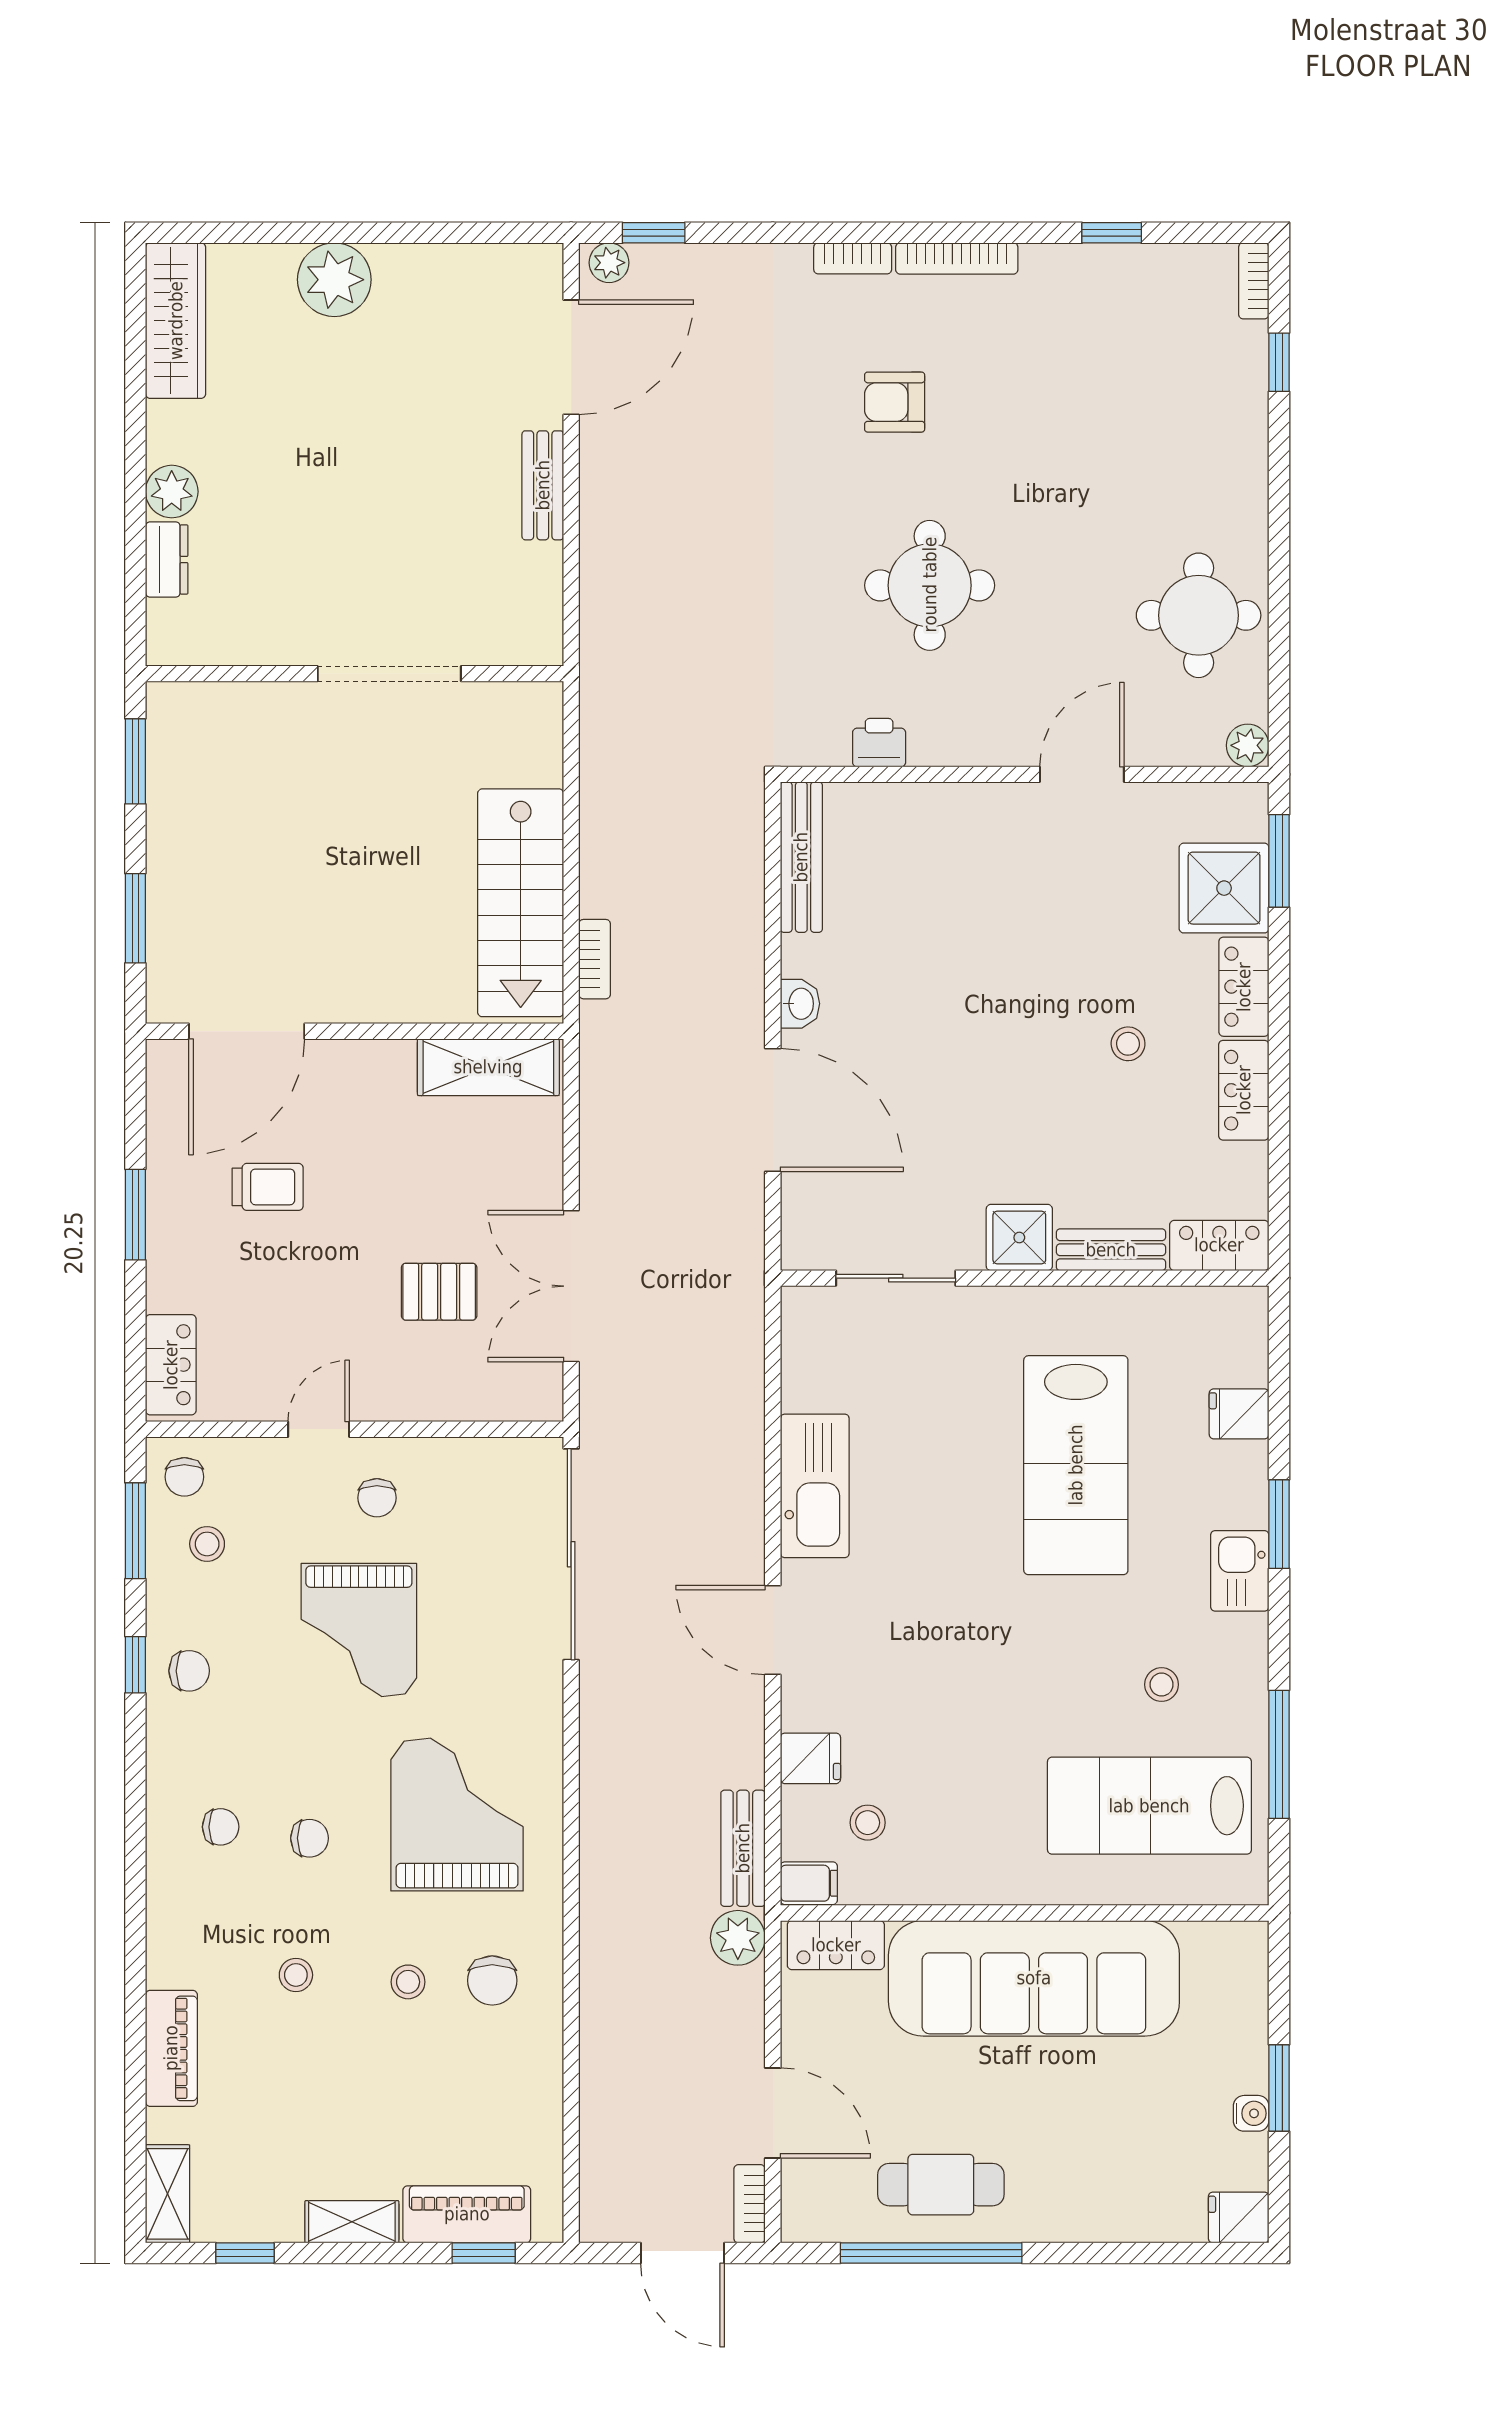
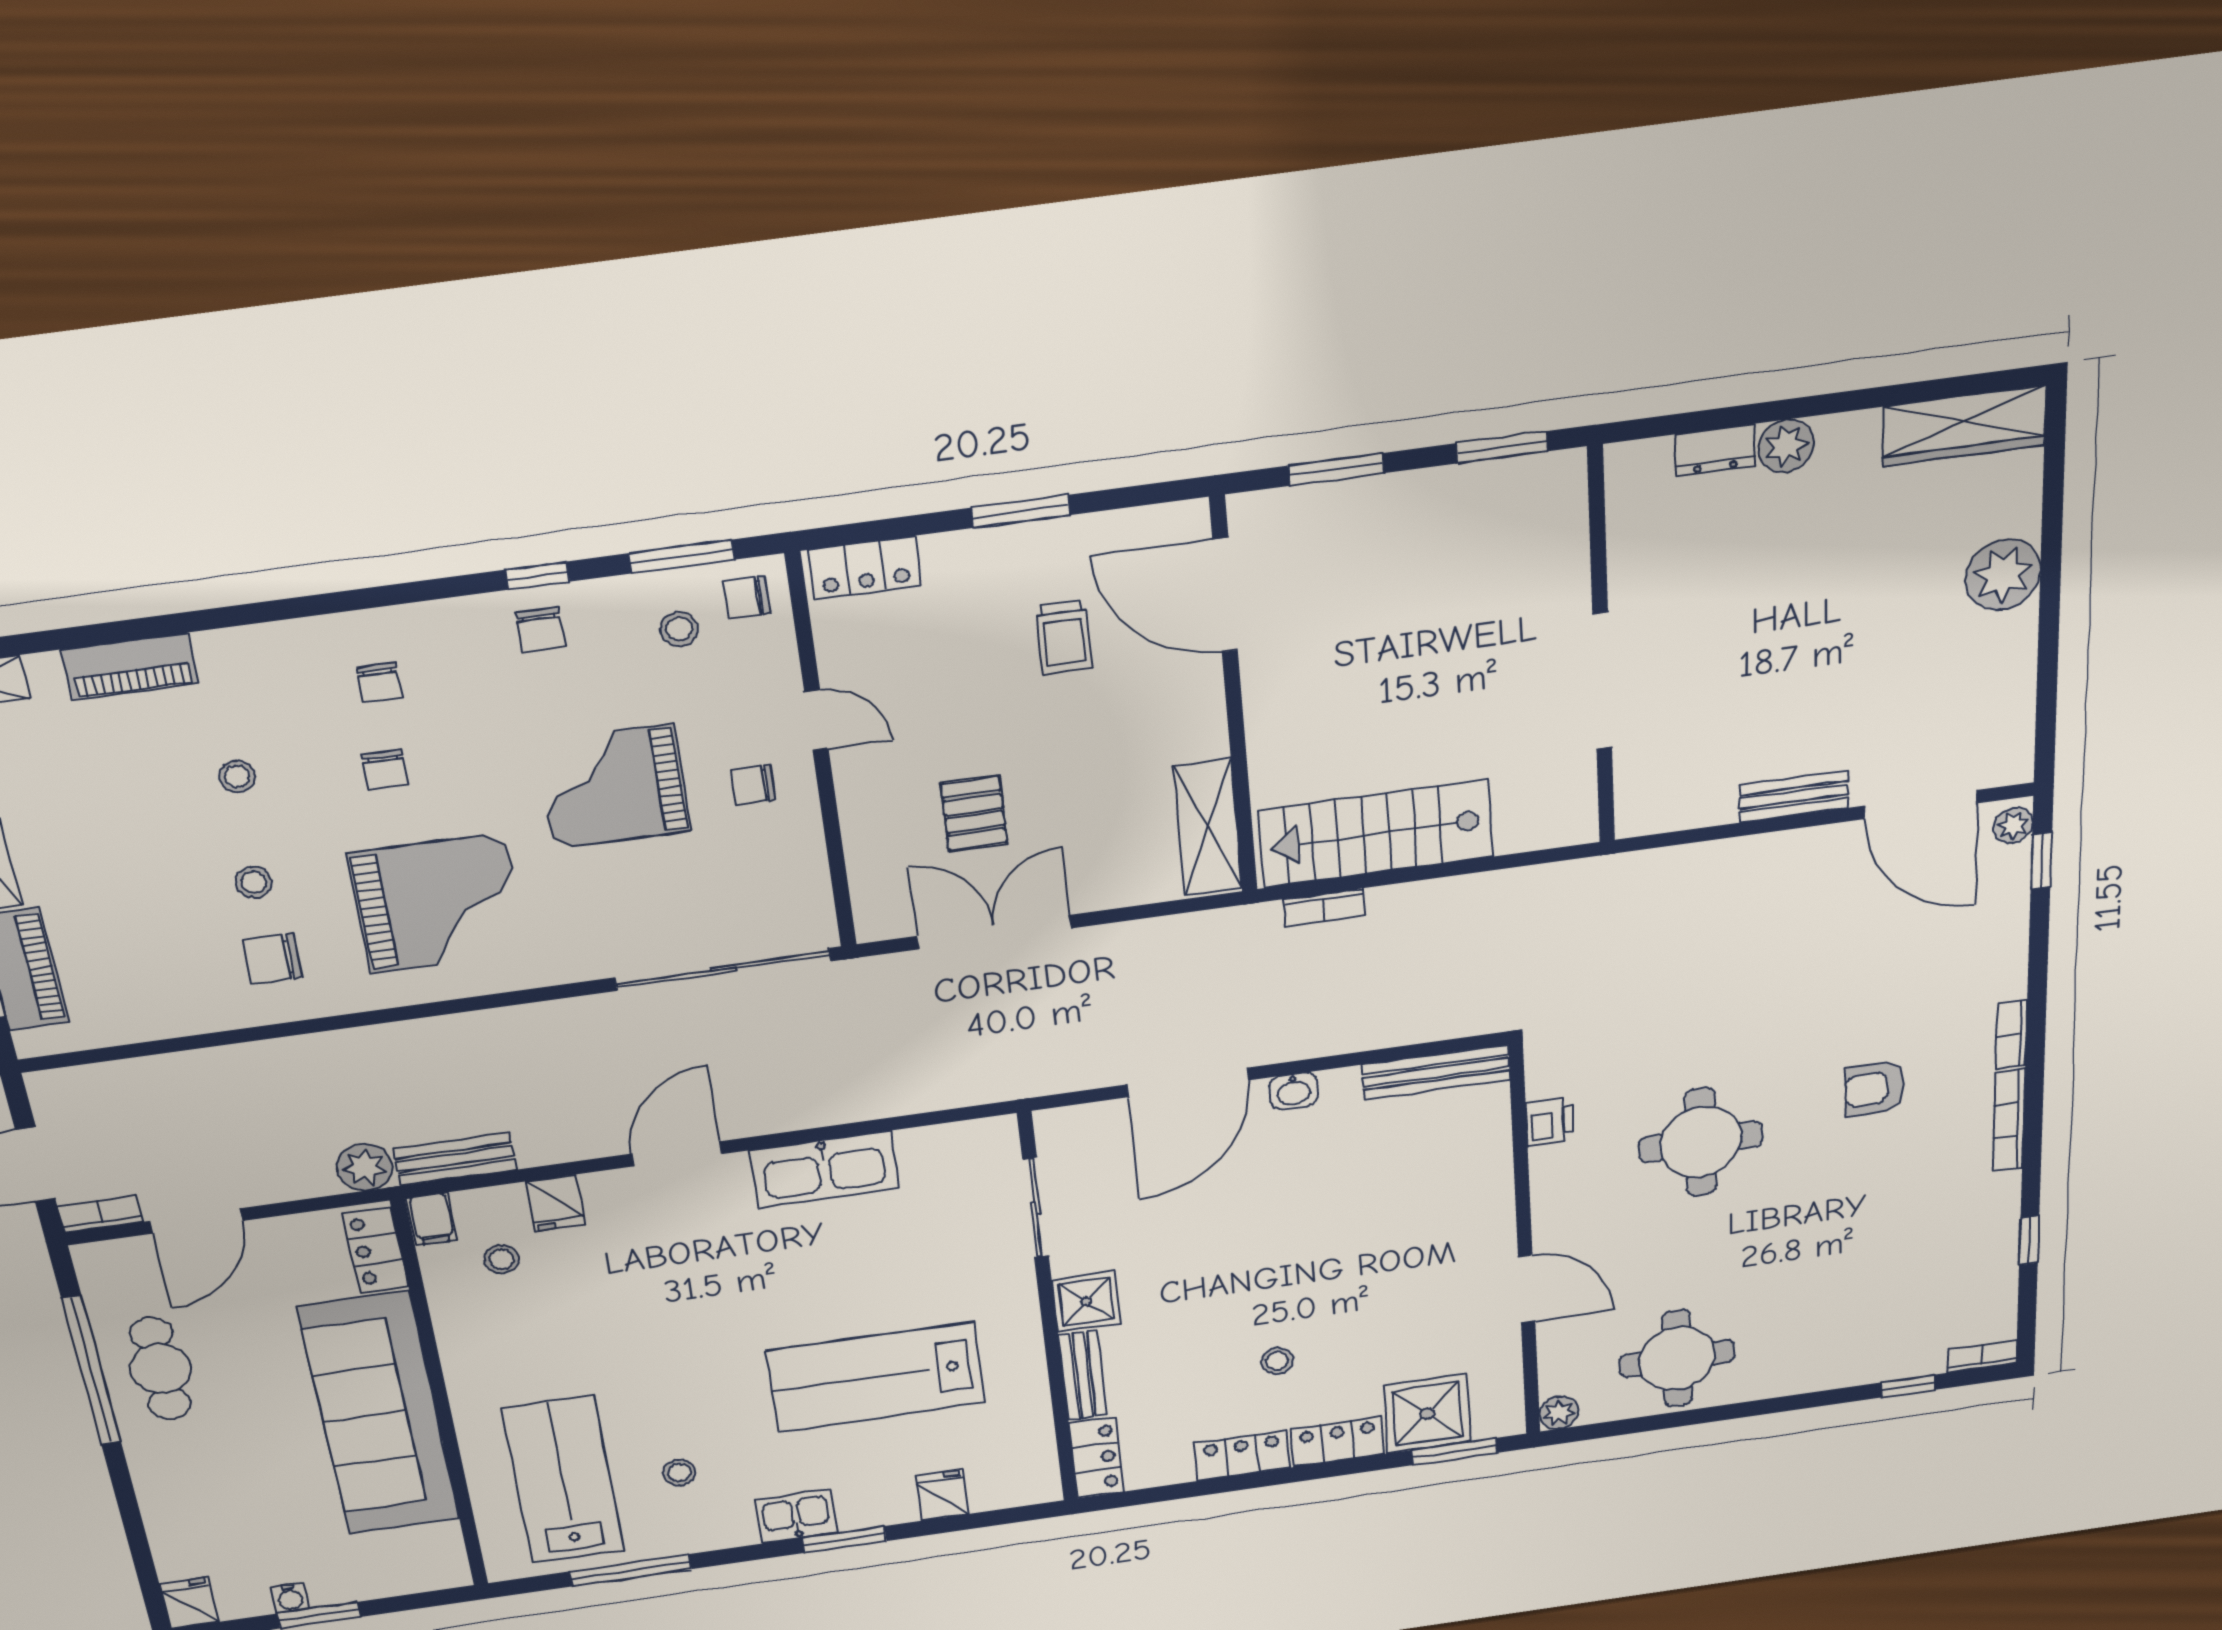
armchair: (895, 402) -> (1874, 1089), turned -90

